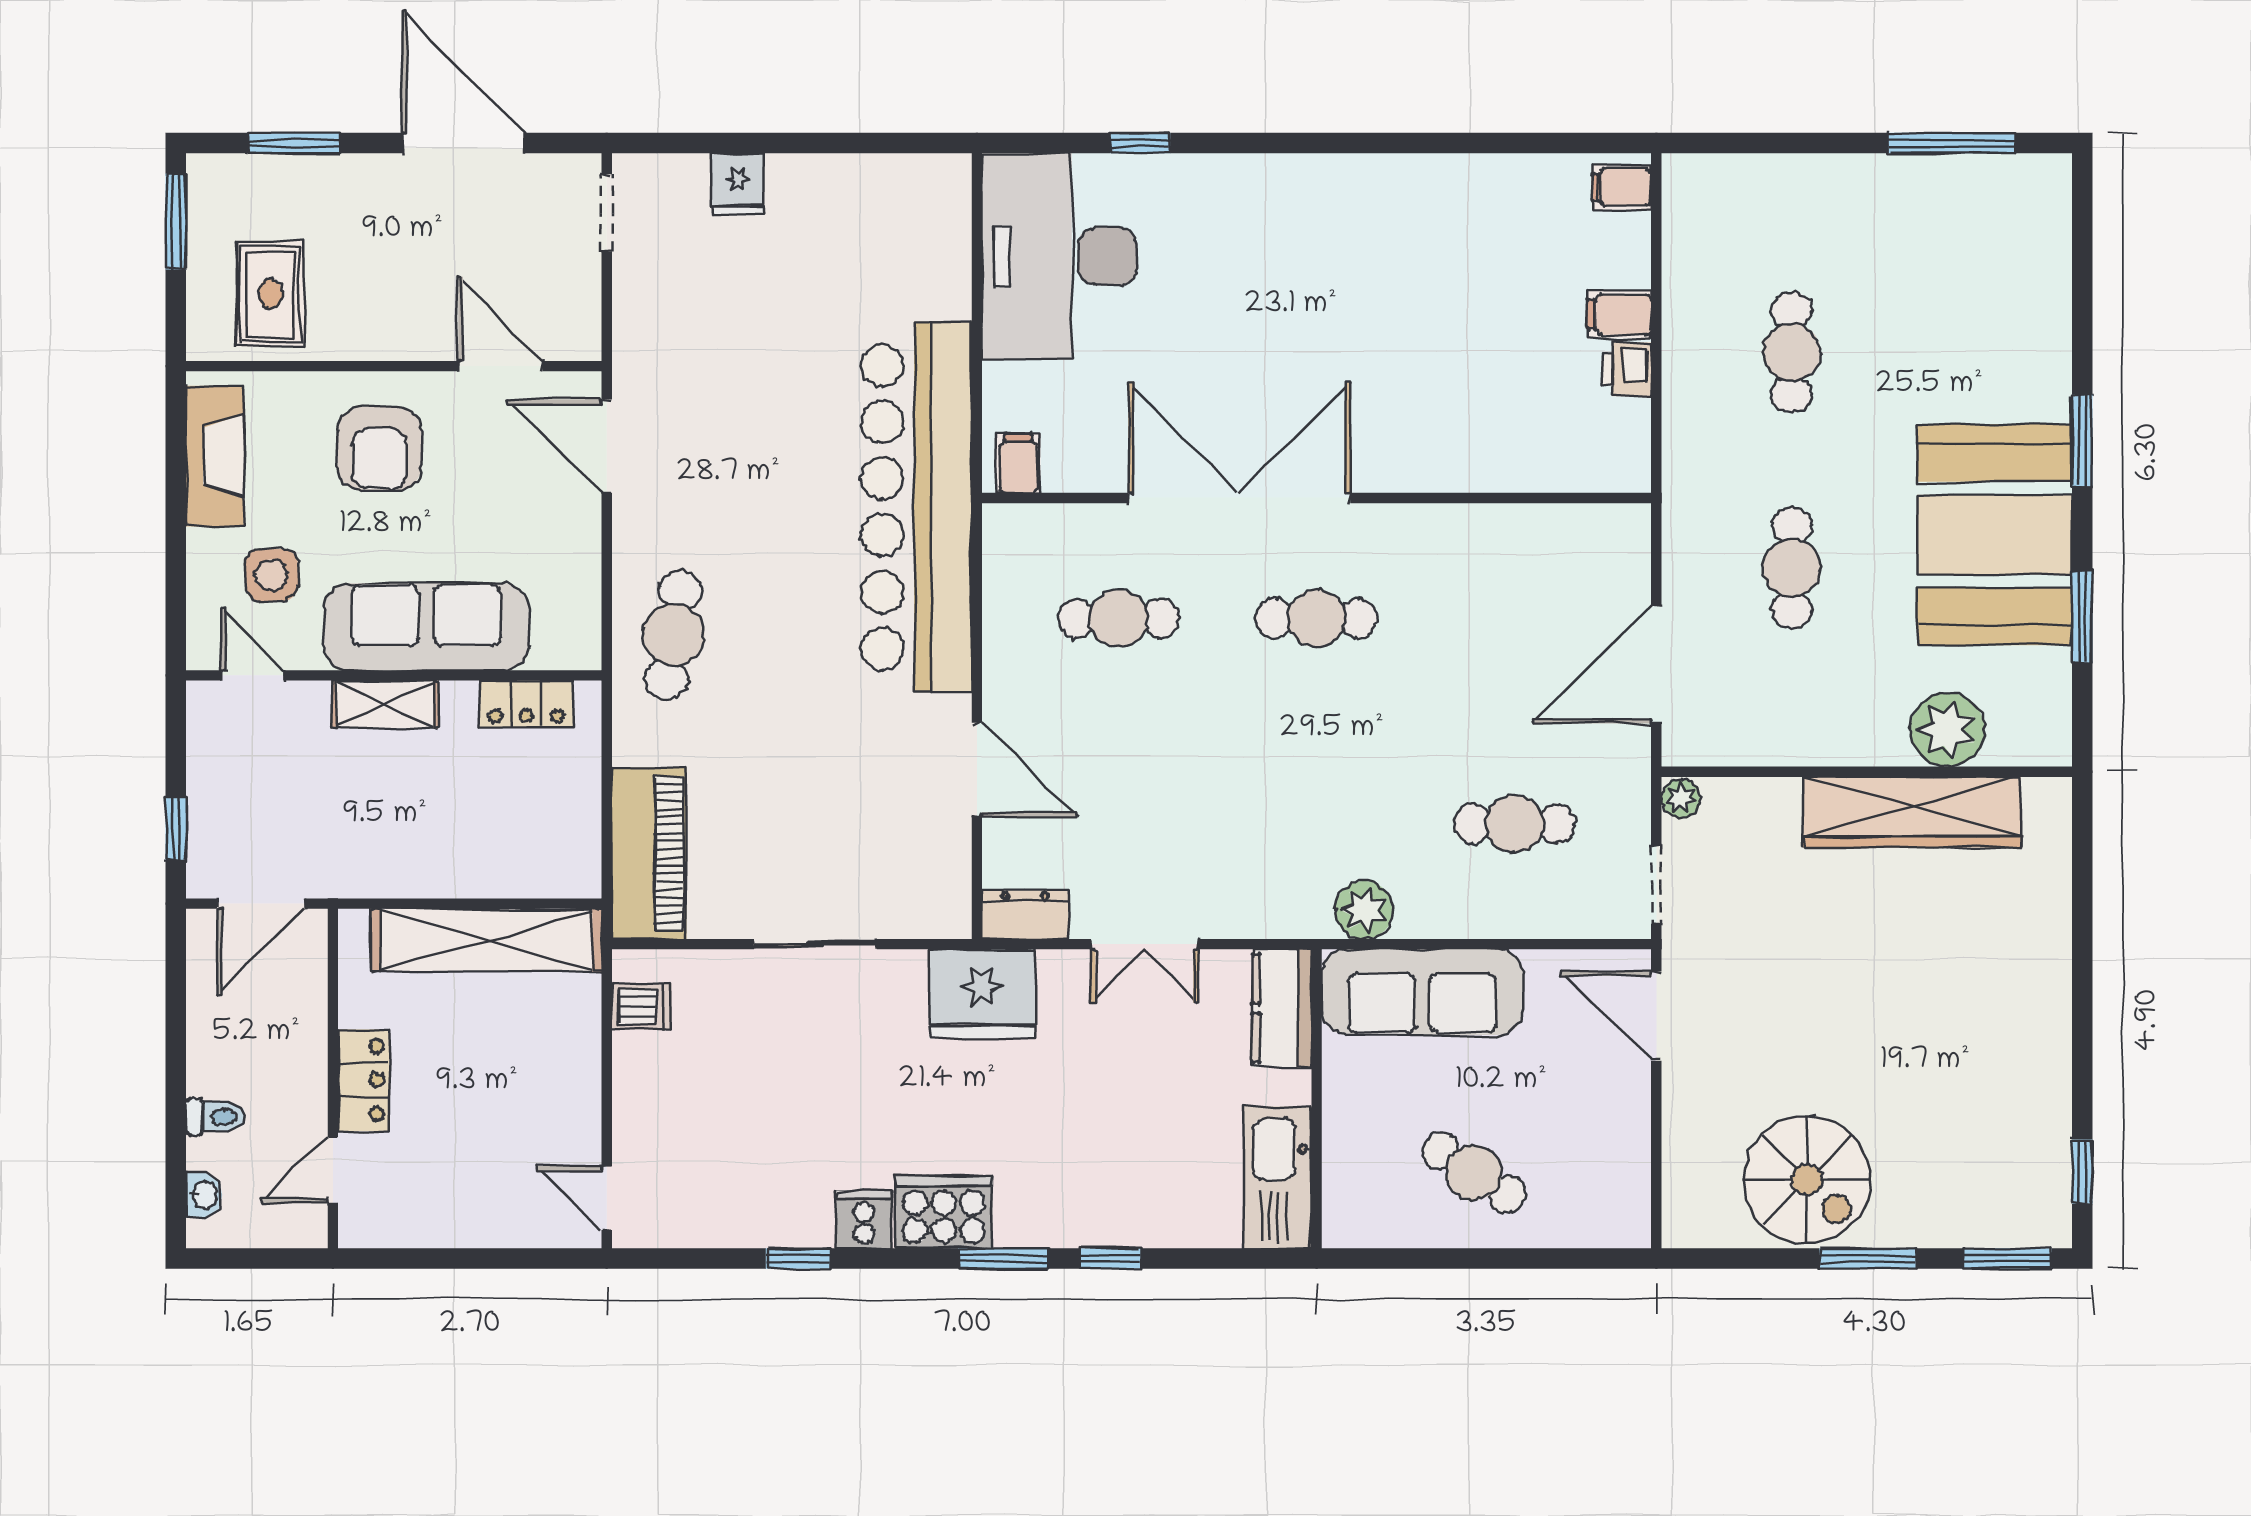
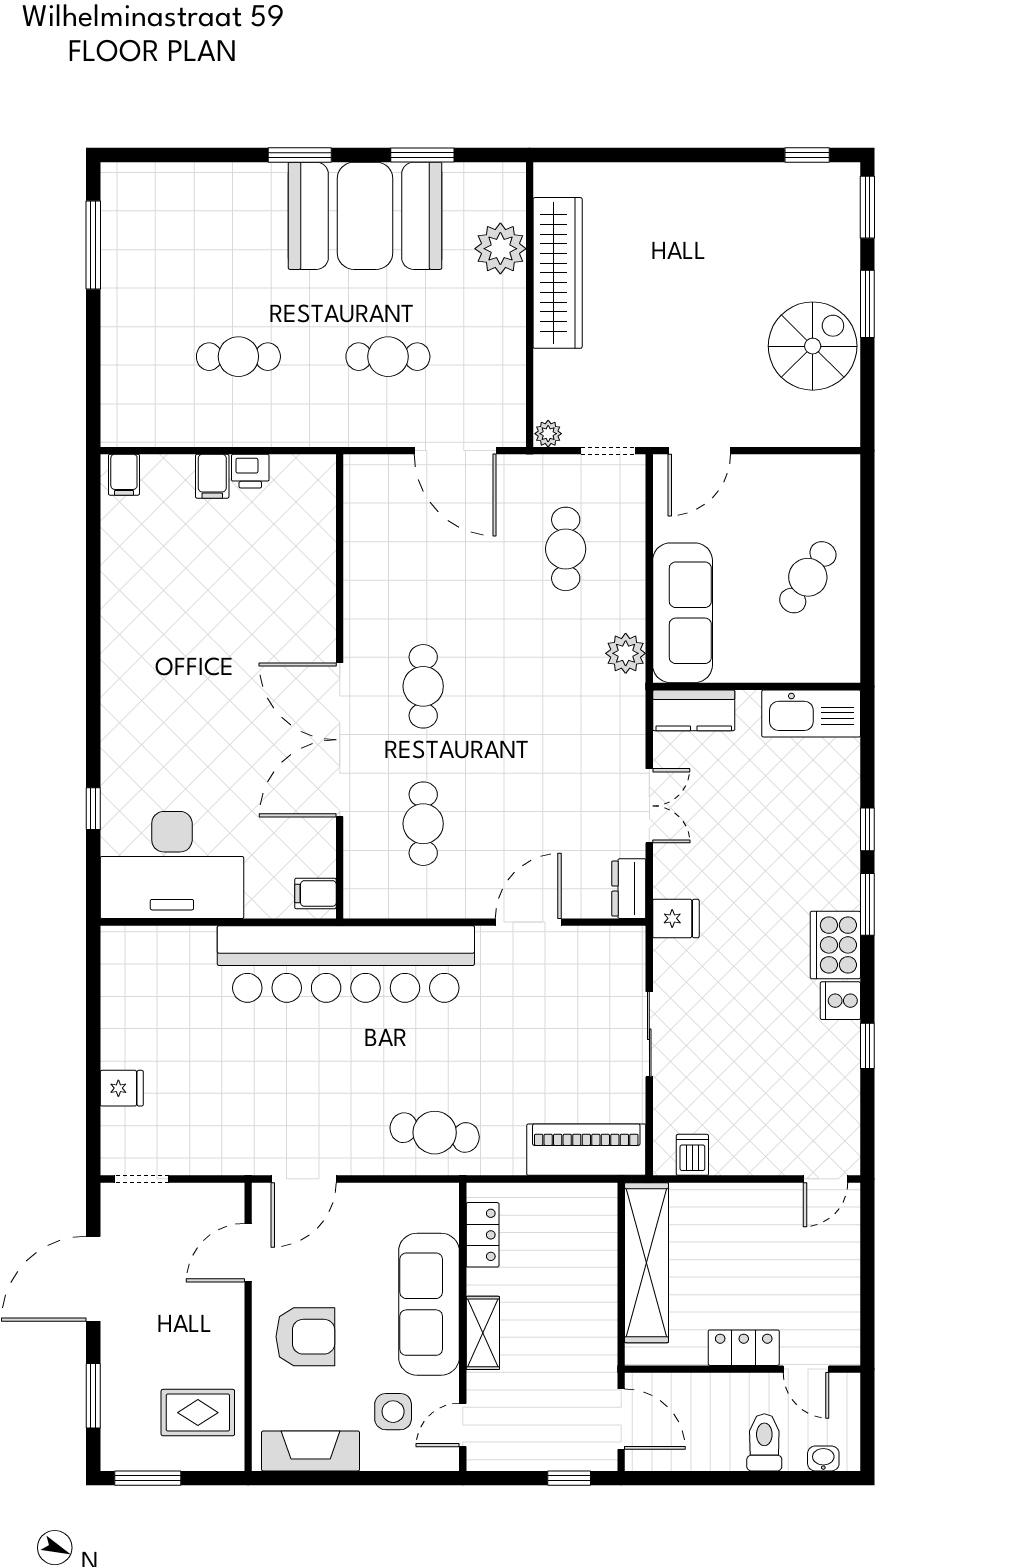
fridge: (982, 994) -> (676, 918), width x0.53, depth x0.75
toilet: (216, 1117) -> (764, 1442), width x1.37, depth x1.39

